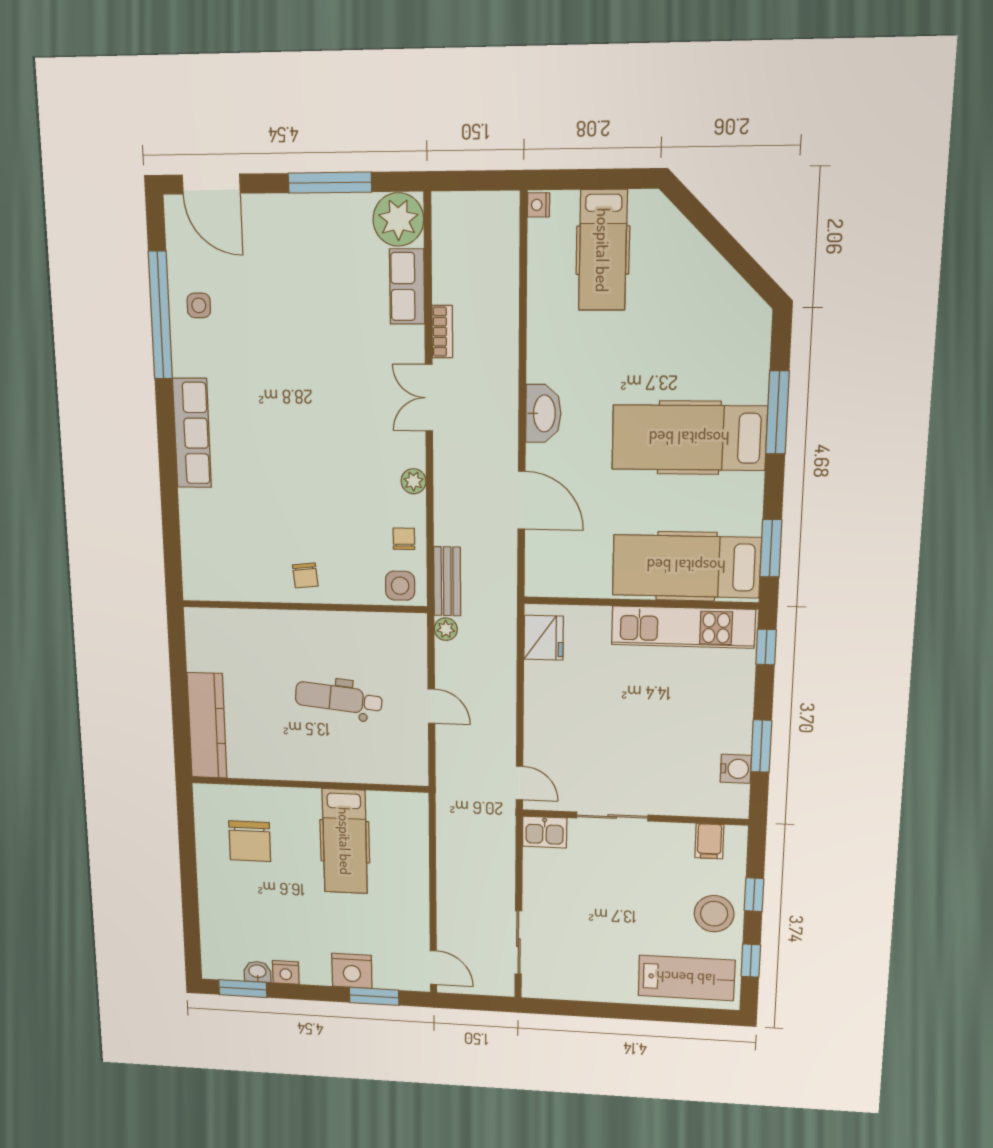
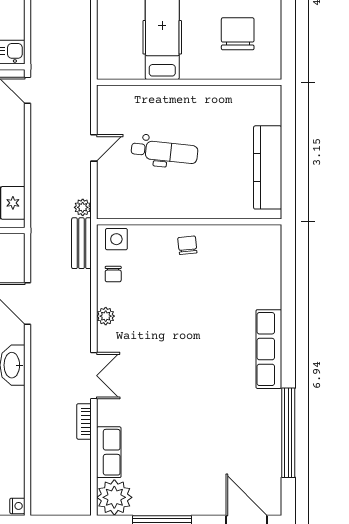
side table: (199, 305) -> (259, 440), removed
door: (431, 706) -> (94, 148), swing flipped
kitchen counter: (207, 726) -> (268, 167), moved

